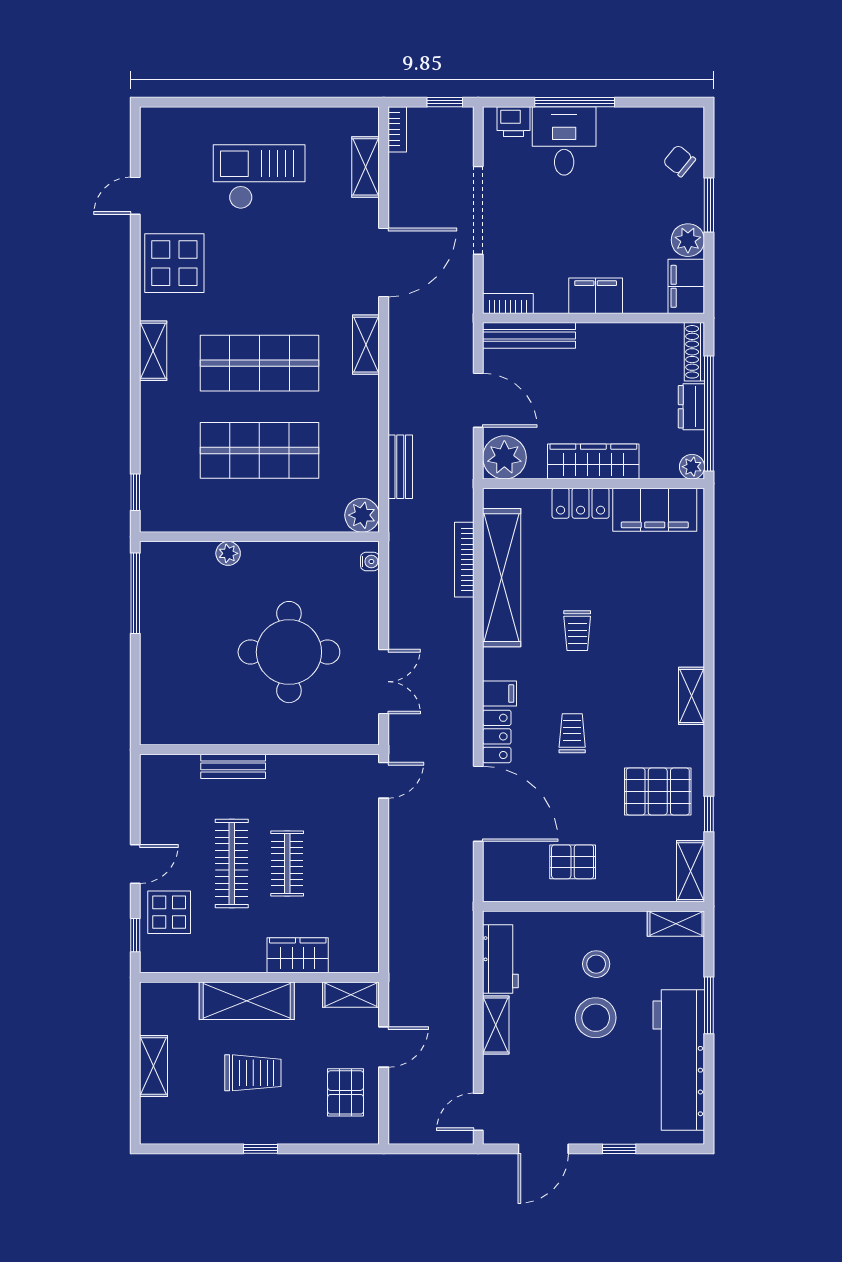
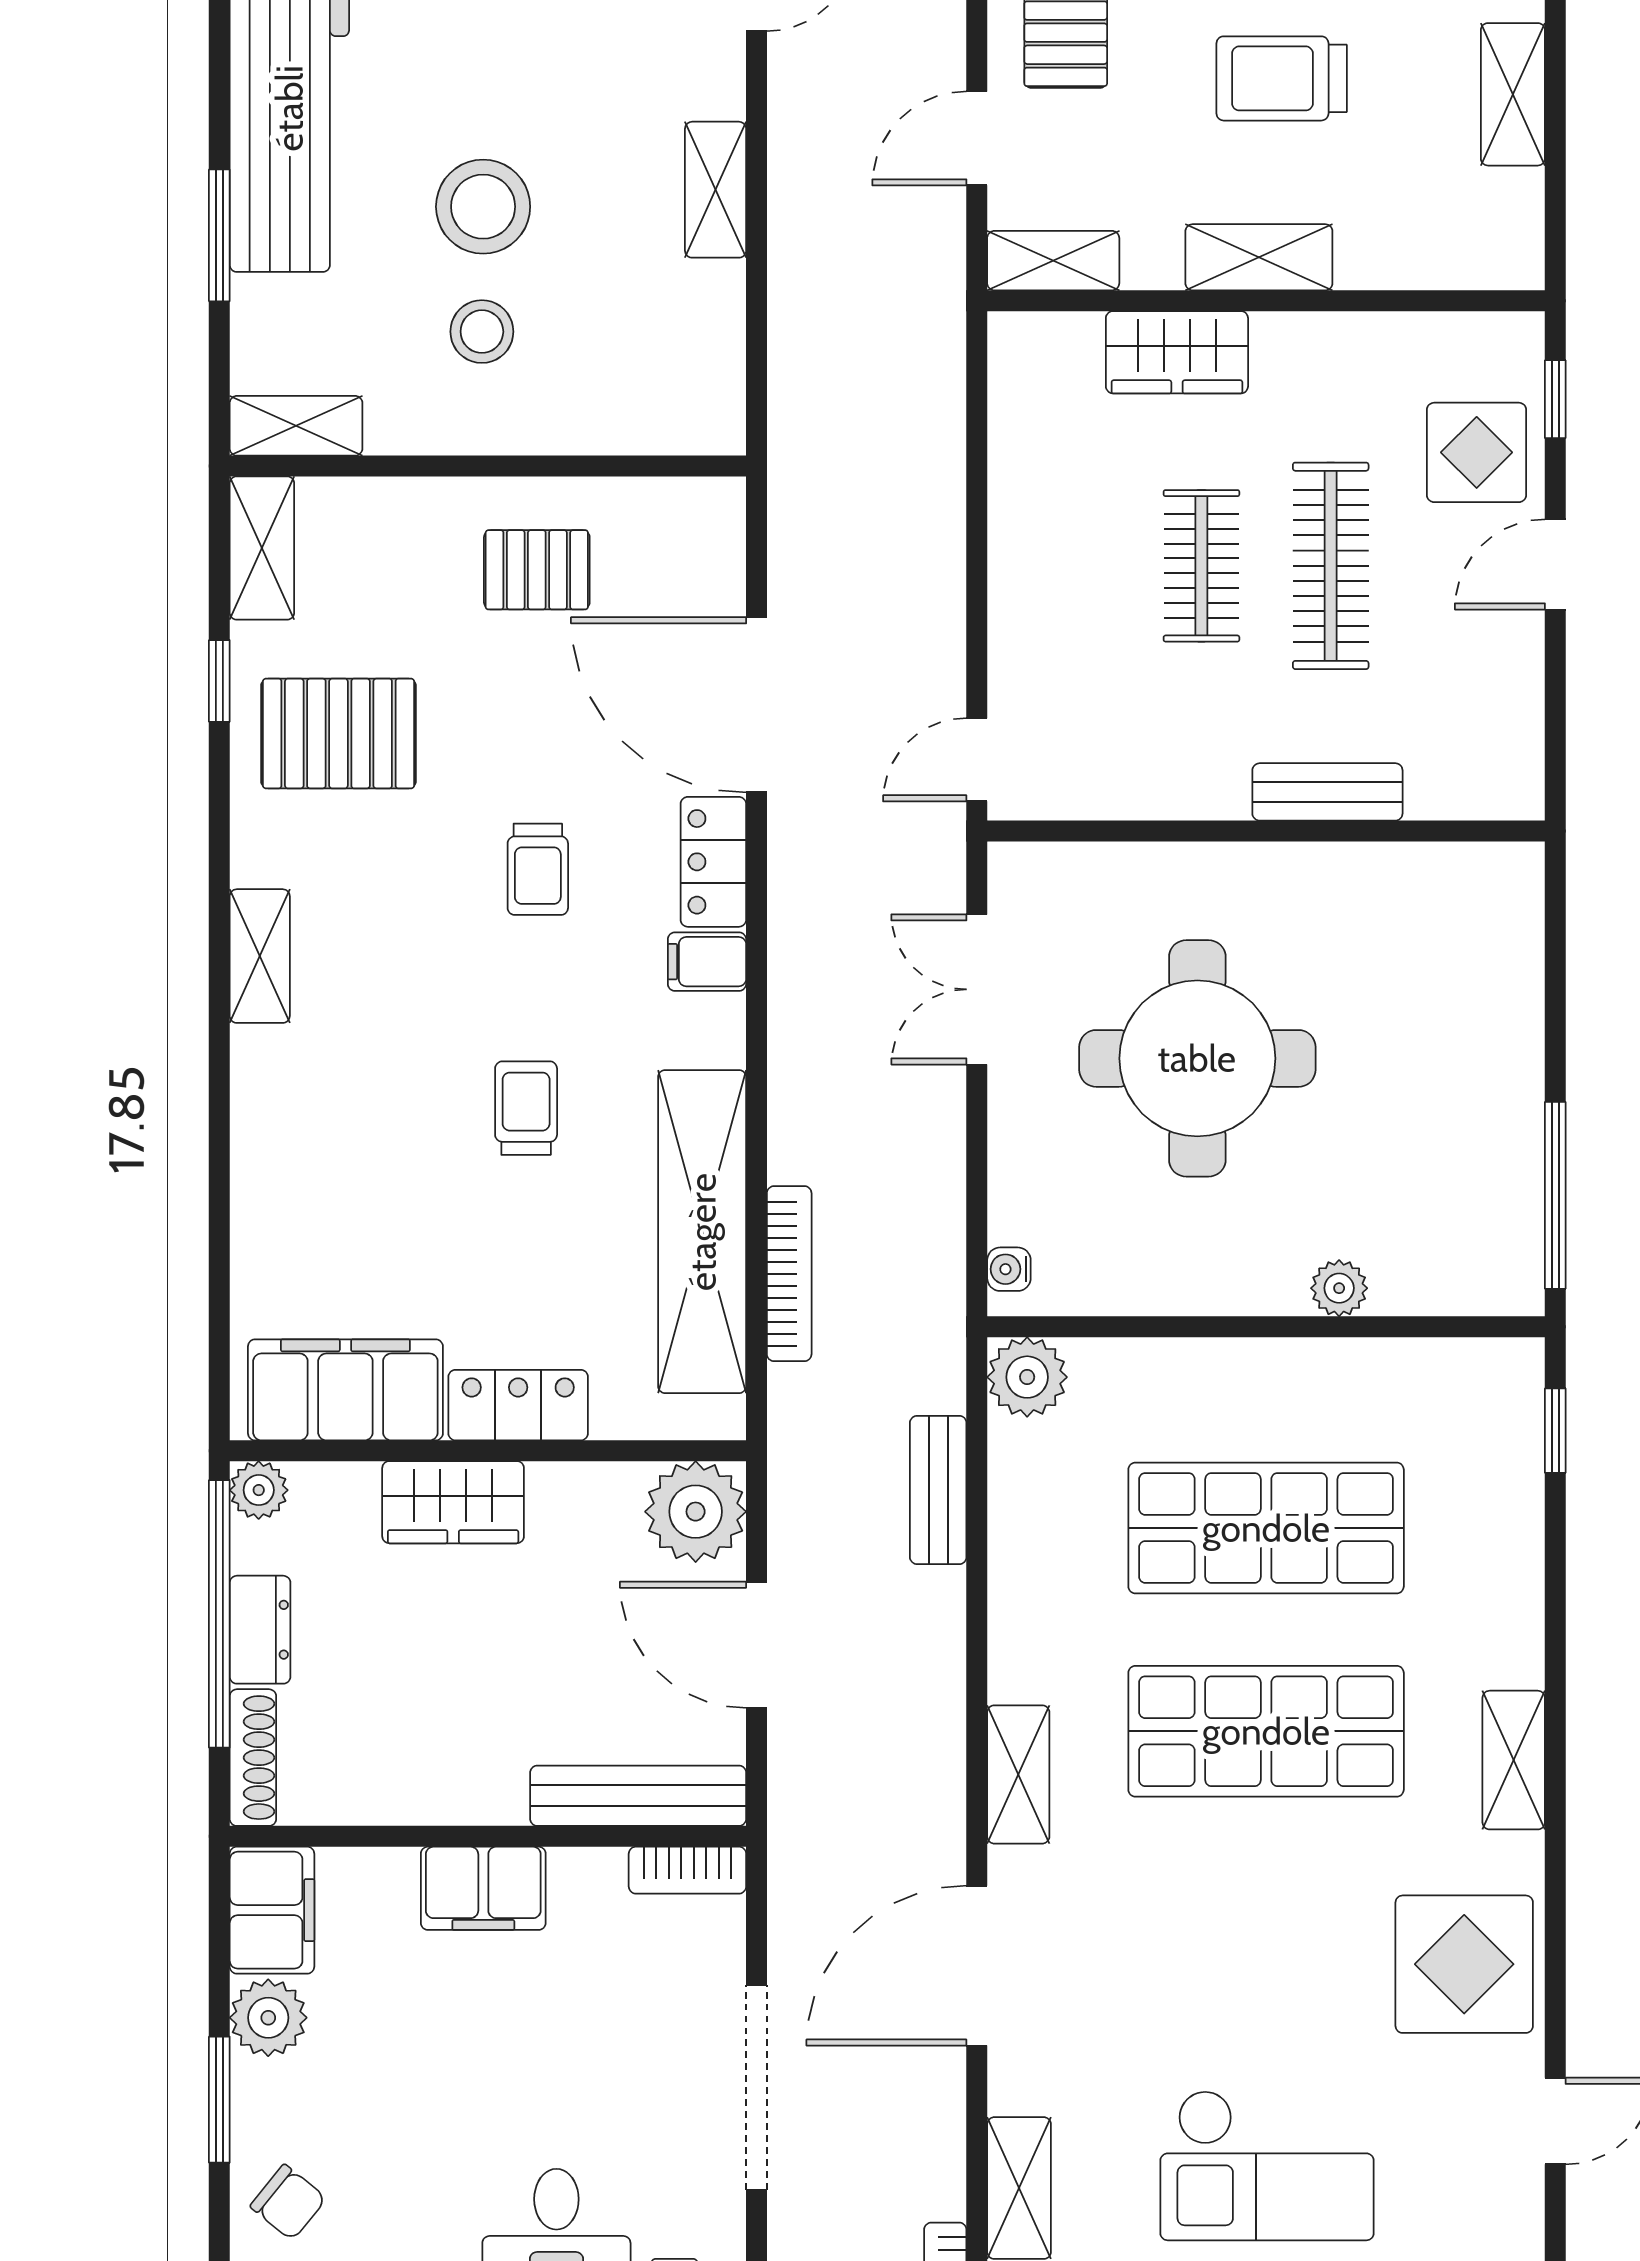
wardrobe: (593, 461) -> (453, 1502), width x0.67
workbench: (500, 959) -> (705, 343), removed
shelving: (247, 1001) -> (1259, 257), width x0.67, depth x0.75

